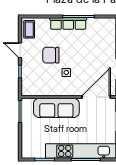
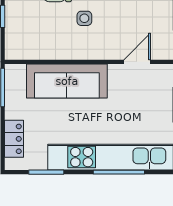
door: (96, 97) -> (137, 62), width x0.53
locker: (27, 141) -> (14, 139), added

